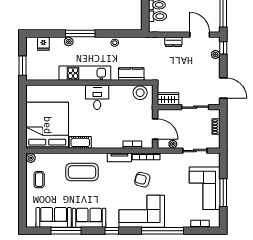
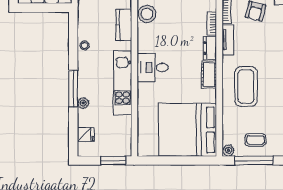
cot: (80, 142) -> (209, 74), moved
dresser: (113, 143) -> (210, 48), added
window: (23, 178) -> (254, 161), added

